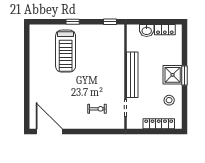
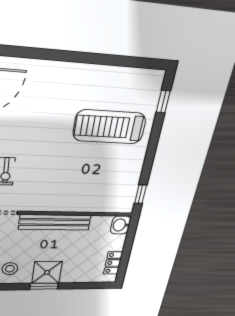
window: (73, 22) -> (163, 102), moved
washbasin: (147, 31) -> (120, 225), moved

